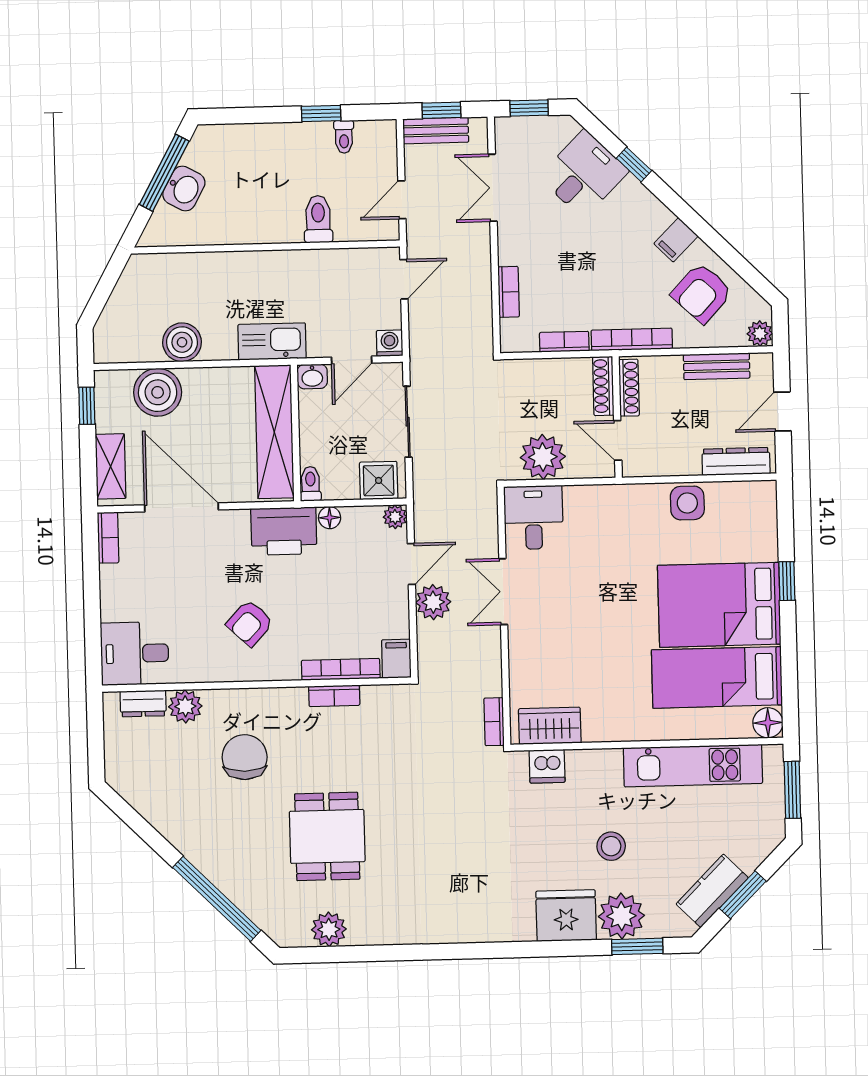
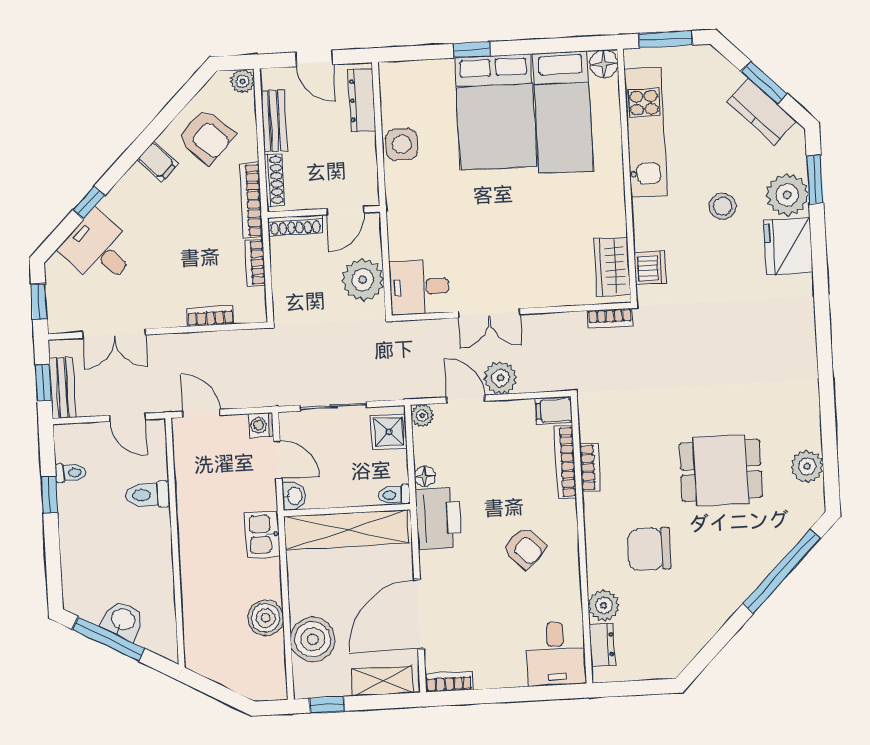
kitchen sink: (272, 341) -> (262, 534), width x0.73
shoe rack: (629, 388) -> (274, 180), moved, turned 90

